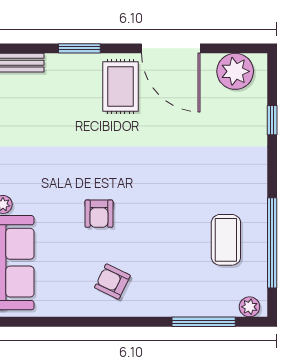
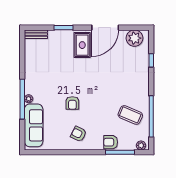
door: (171, 48) -> (105, 28), hinge flipped
coffee table: (226, 240) -> (130, 115), turned -67
armchair: (183, 300) -> (111, 142), added

